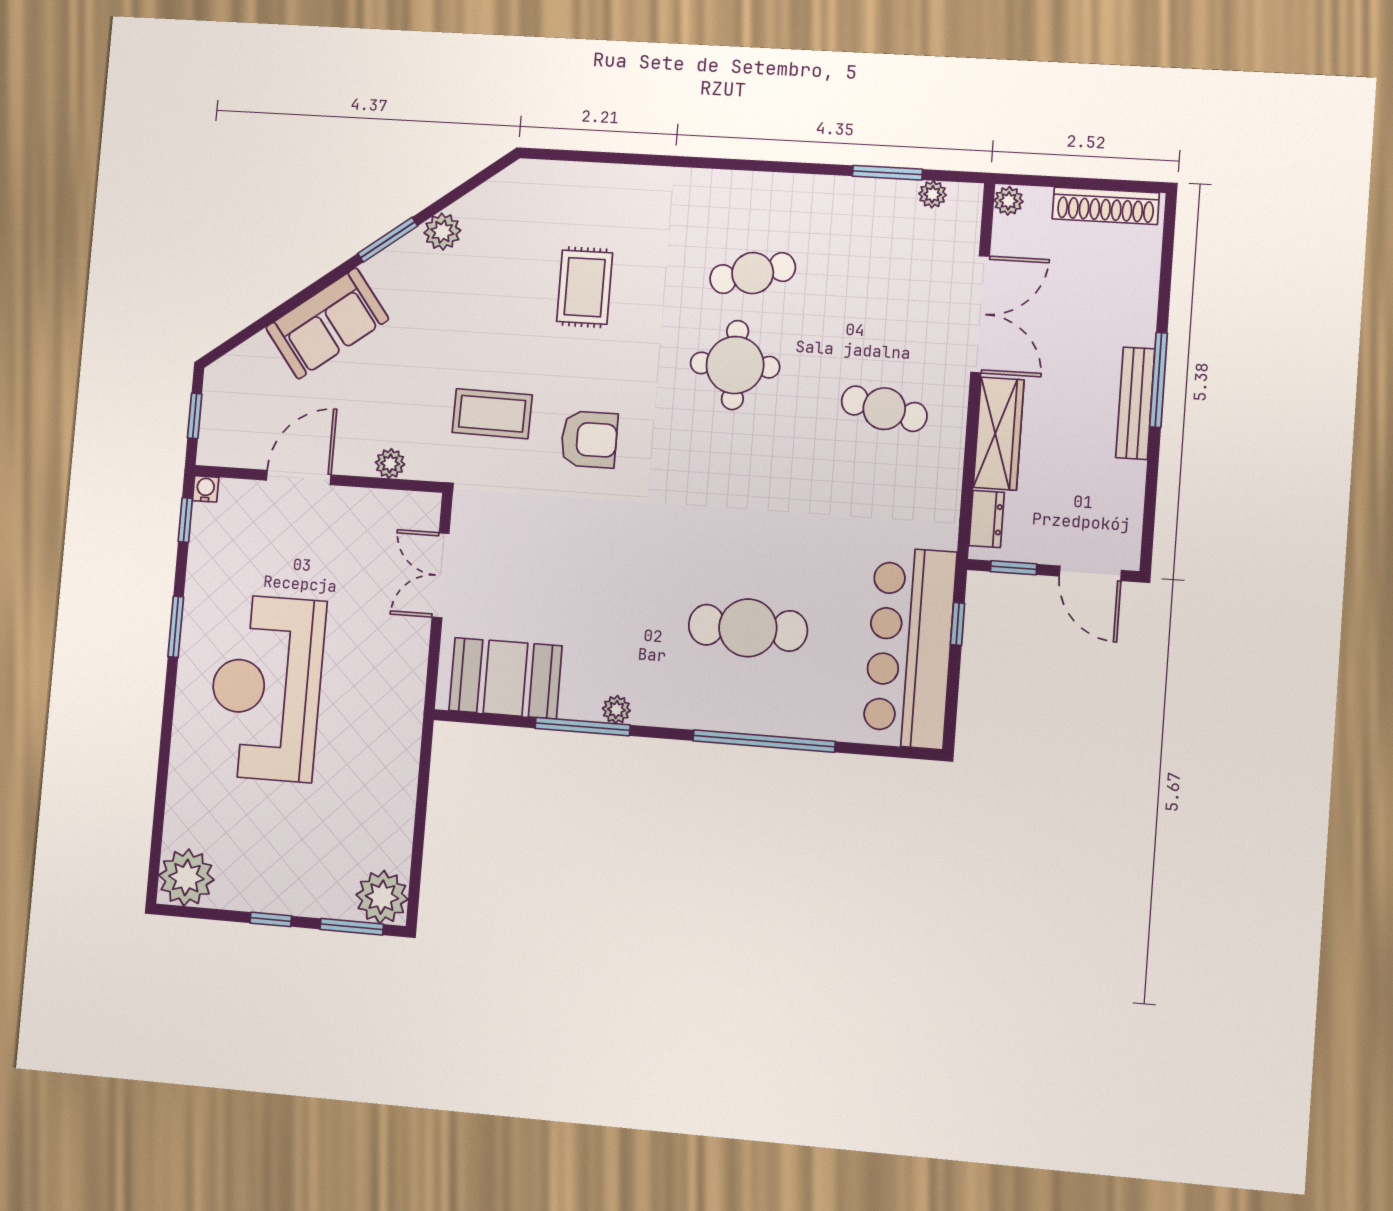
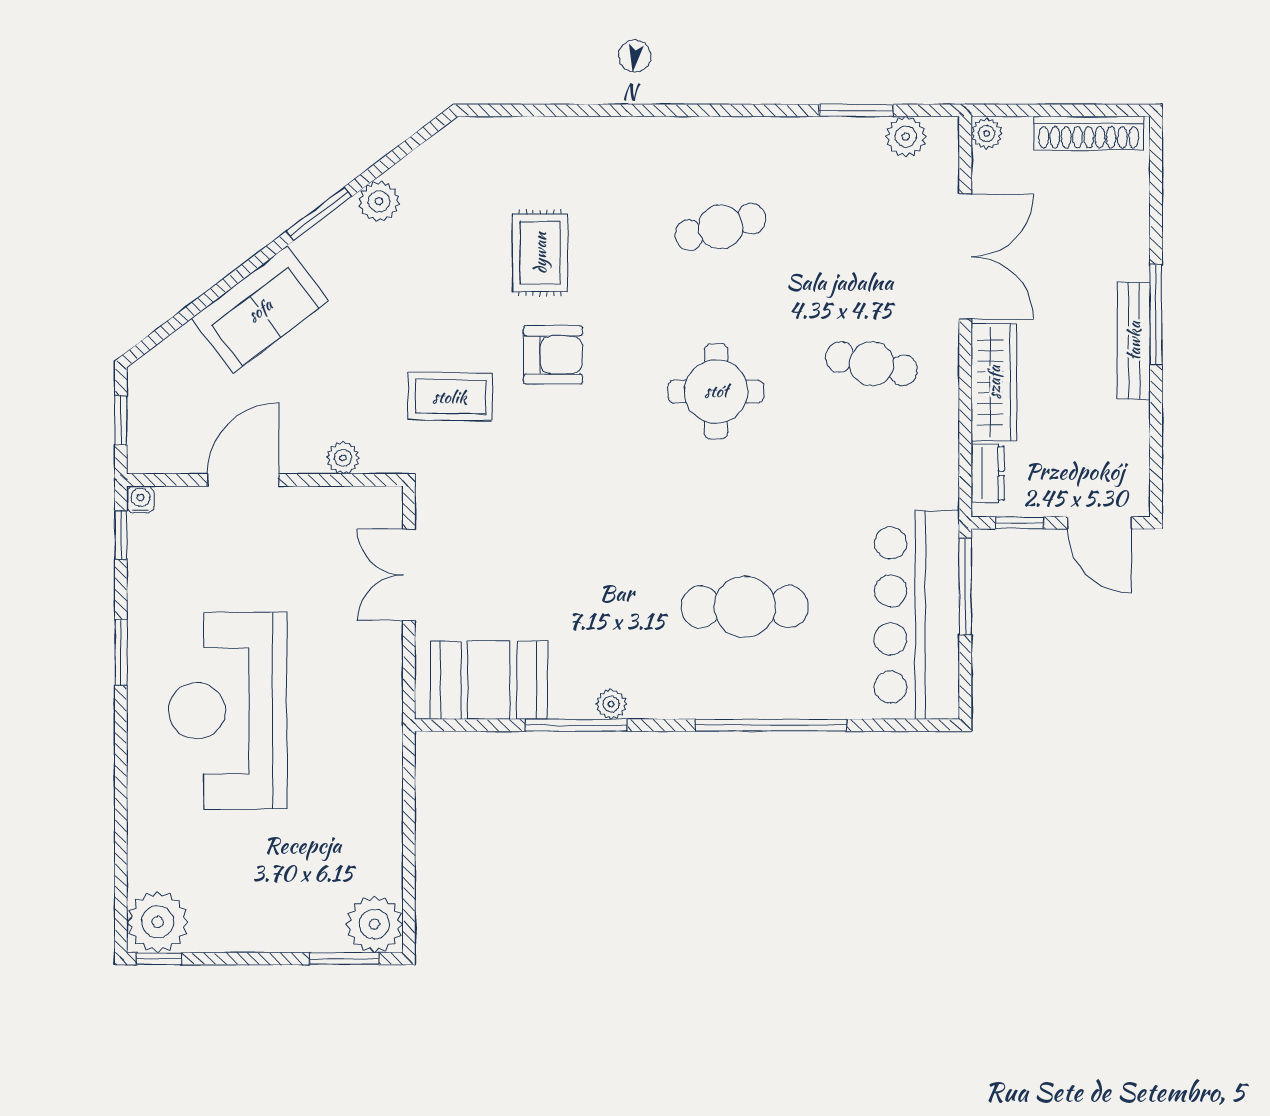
plant: (933, 194) -> (906, 137), width x1.38, depth x1.38
round table: (735, 365) -> (716, 391), moved
armchair: (589, 439) -> (553, 355), moved
window: (958, 624) -> (965, 586), width x2.17
window: (271, 919) -> (159, 959), moved

